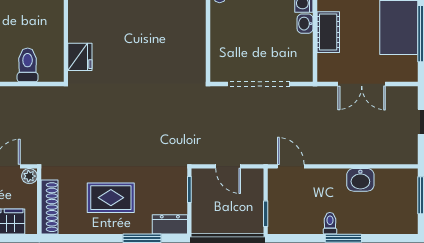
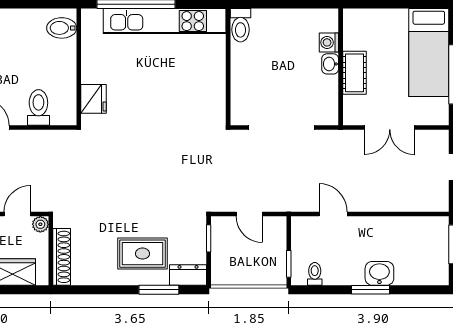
door: (291, 166) -> (333, 214), moved
washbasin: (360, 180) -> (379, 273), moved, turned 180
rug: (111, 198) -> (142, 254), moved
toilet: (330, 223) -> (315, 274), moved

